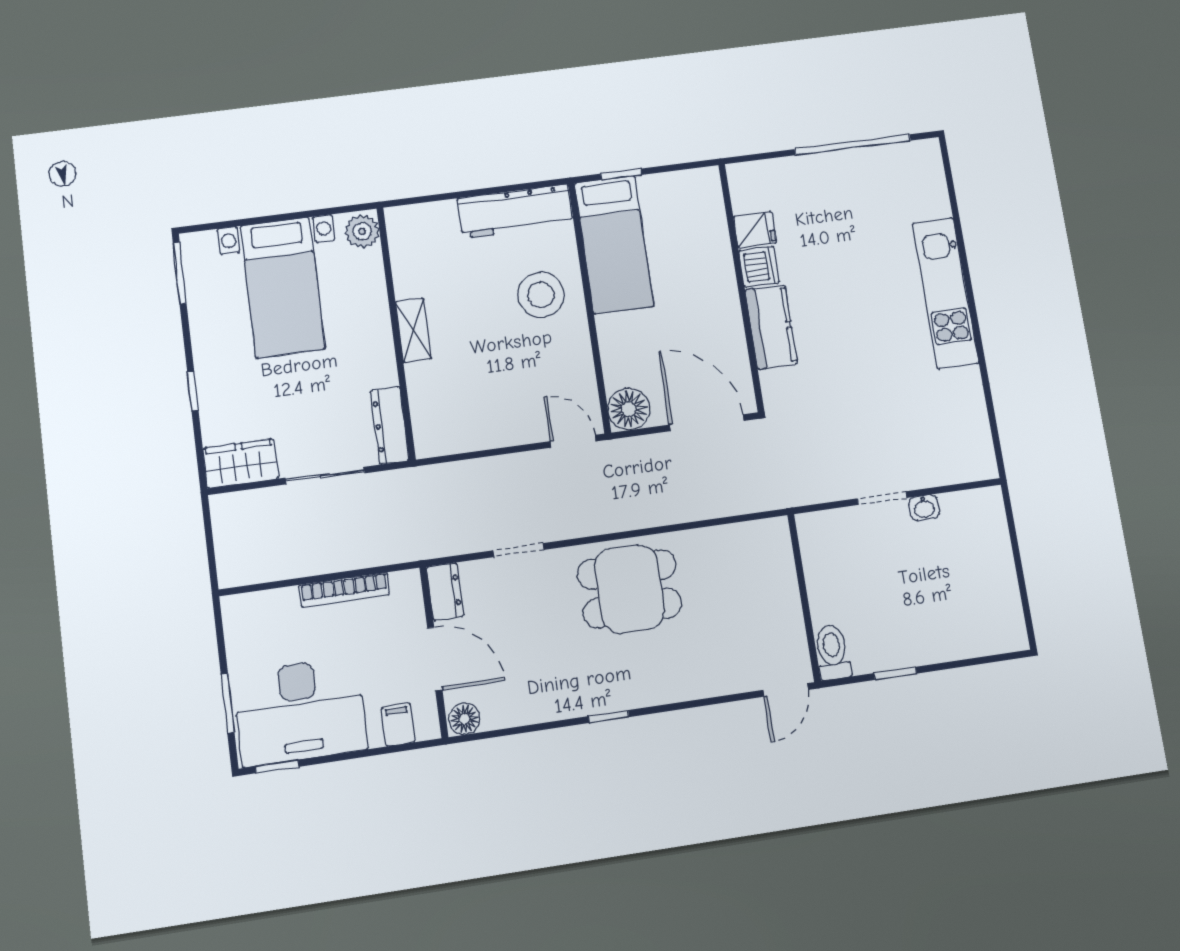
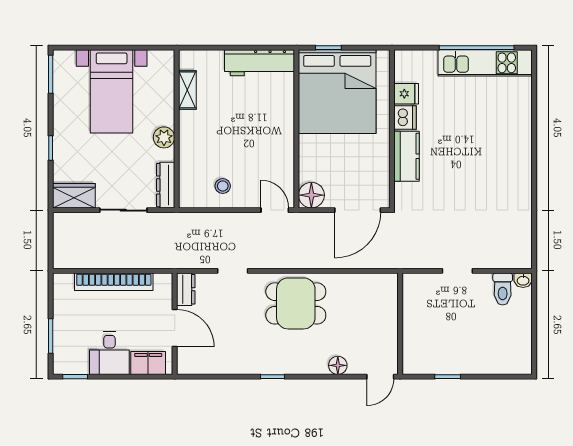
plant: (362, 231) -> (164, 137), moved
bed: (614, 245) -> (337, 92), width x2.04
kitchen unit: (945, 293) -> (485, 63), moved, turned -90
stool: (541, 295) -> (223, 186), moved, width x0.53, depth x0.53
shelving: (413, 330) -> (187, 90), moved
door: (707, 423) -> (358, 210), swing flipped
washbasin: (924, 508) -> (523, 280), moved
bookcase: (344, 590) -> (114, 282), width x1.48, depth x1.31
toilet: (832, 652) -> (503, 289), moved, turned 180
desk: (300, 711) -> (109, 353), width x0.53, depth x0.77
floor lamp: (465, 719) -> (338, 365), moved
filing cabinet: (398, 725) -> (148, 363), width x2.00

